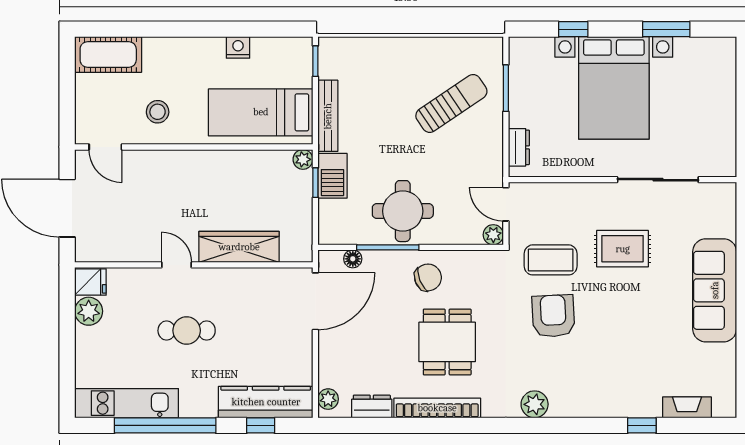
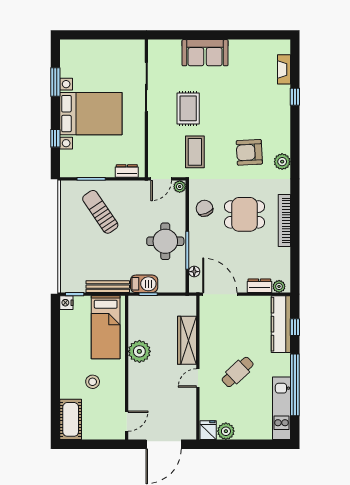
nightstand: (238, 47) -> (66, 303), moved
stool: (158, 112) -> (93, 382), moved
plant: (303, 159) -> (139, 351), moved, width x1.88, depth x1.88
chair: (428, 277) -> (205, 208), moved
sofa: (715, 290) -> (205, 53), width x0.73
armchair: (553, 316) -> (249, 152), moved
cafe table: (187, 331) -> (238, 372), turned 47
dresser: (372, 406) -> (259, 286), moved, turned 90

